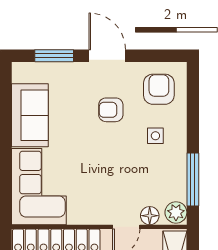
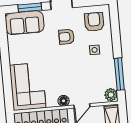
sofa: (30, 115) -> (25, 23), moved, turned 90
floor lamp: (150, 216) -> (64, 101), moved

